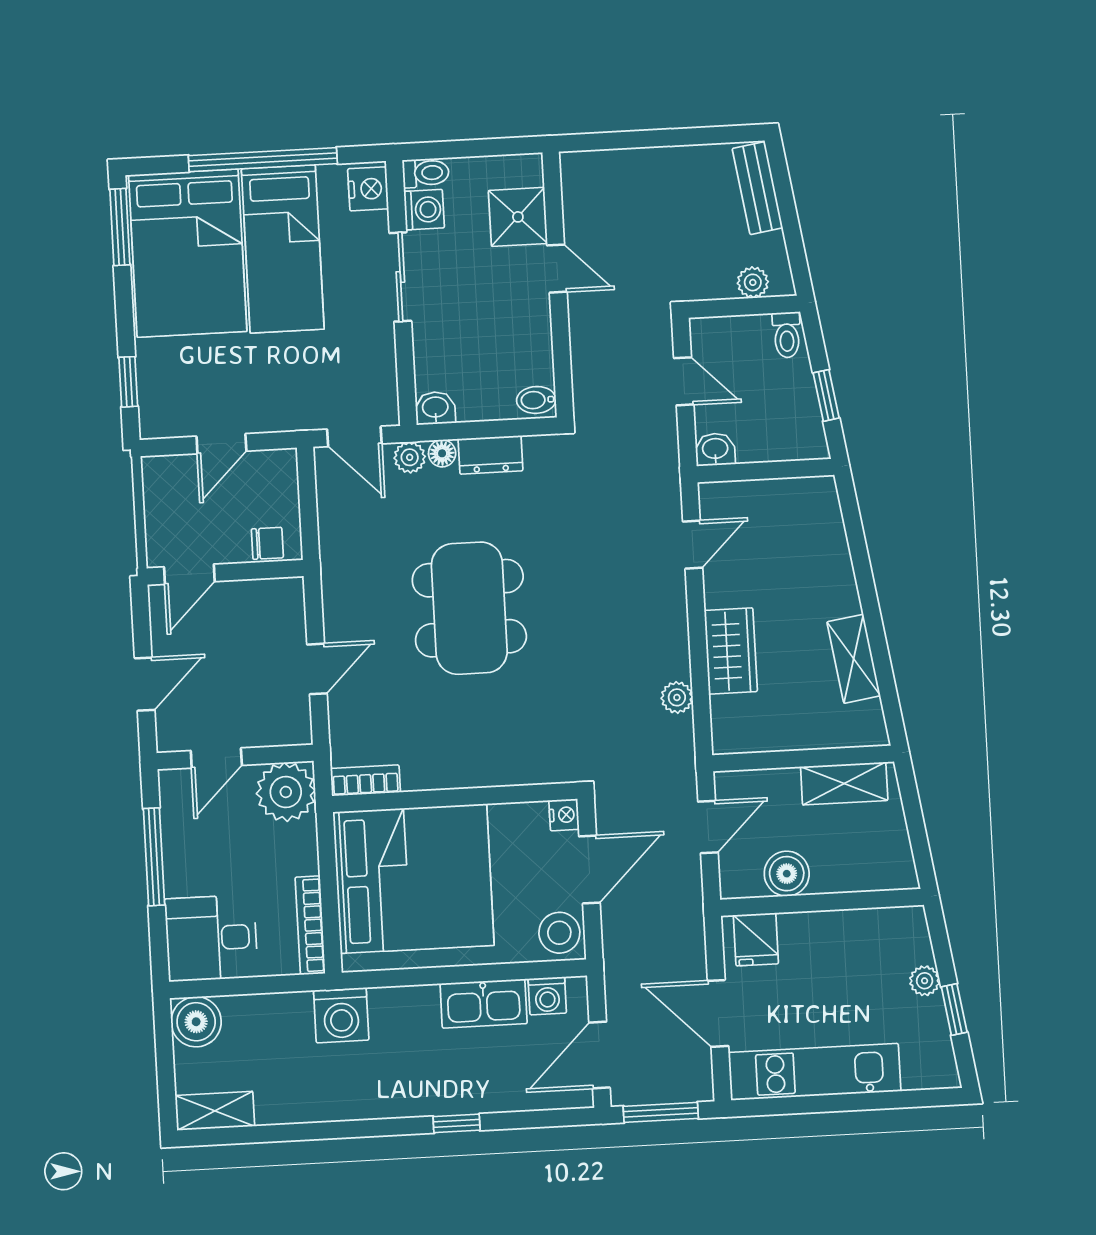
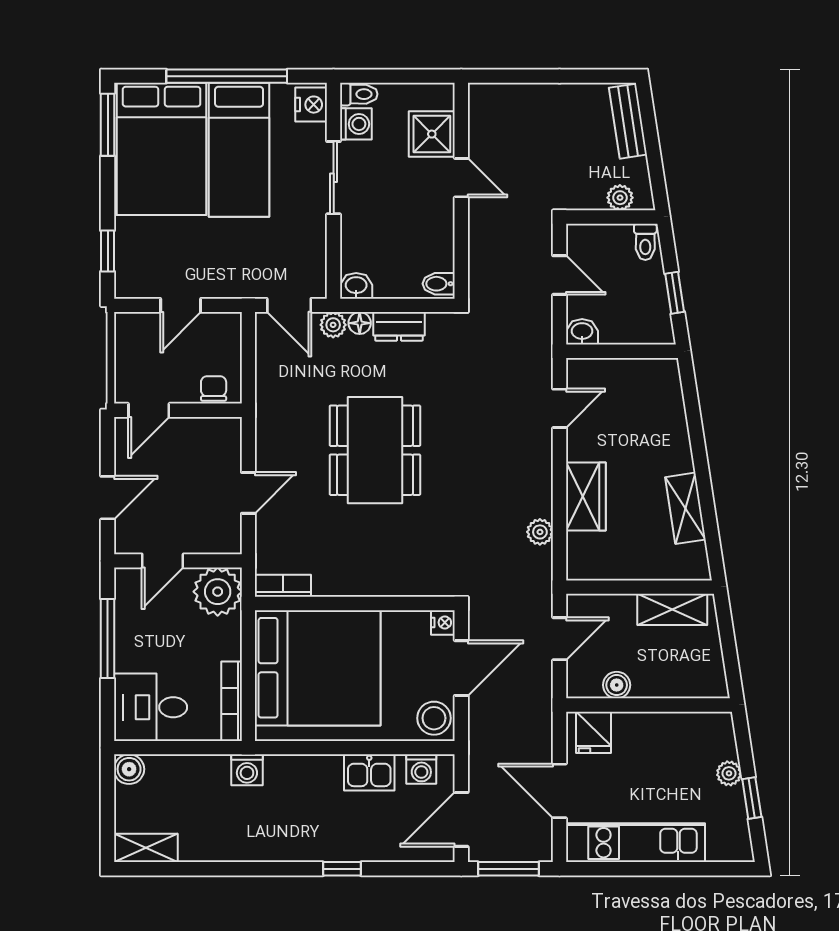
chair: (267, 543) -> (214, 389), turned -90
boiler: (787, 874) -> (617, 685), width x0.73, depth x0.73
kitchen sink: (484, 1003) -> (369, 772), width x0.73
washing machine: (341, 1015) -> (247, 770), width x0.73, depth x0.73
boiler: (196, 1022) -> (129, 769), width x0.73, depth x0.73

